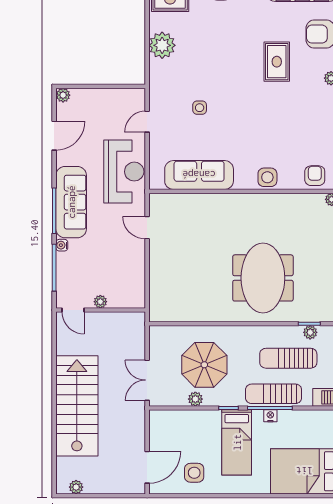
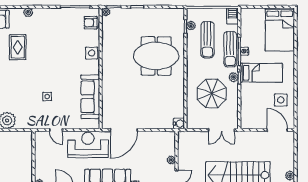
rug: (277, 62) -> (18, 47), turned 90
door: (147, 228) -> (124, 130), width x1.88
water cooler: (157, 314) -> (179, 124), added
plant: (195, 399) -> (234, 77), moved

